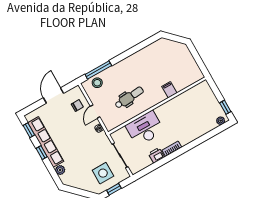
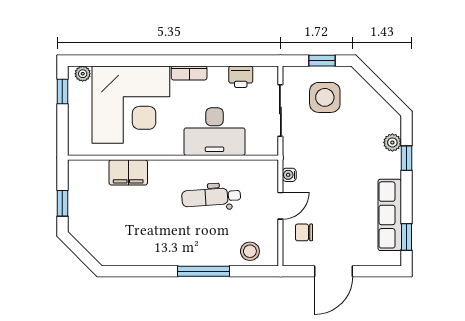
window: (196, 56) -> (62, 203), added
window: (98, 70) -> (204, 271), moved
filing cabinet: (169, 90) -> (128, 172), width x2.00
corner desk: (190, 119) -> (131, 105), added
row of seats: (46, 142) -> (390, 215), width x0.73
window: (42, 153) -> (407, 158), moved
printer: (156, 155) -> (241, 77), moved

